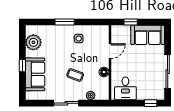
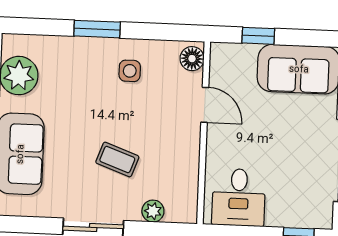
door: (110, 51) -> (205, 105), hinge flipped
floor lamp: (104, 72) -> (192, 59), moved

